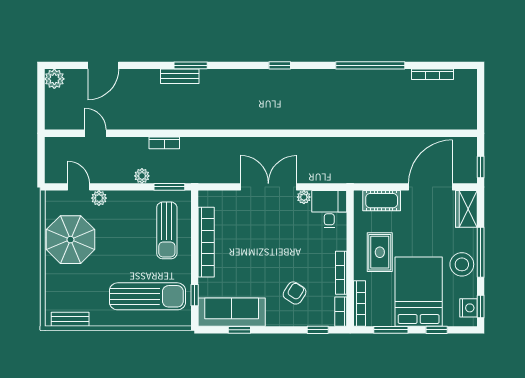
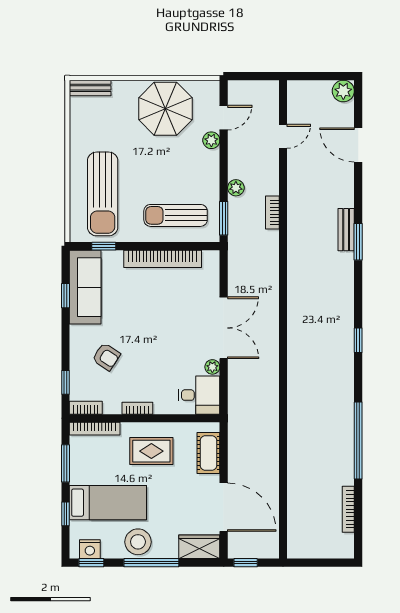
bookcase: (341, 273) -> (137, 408), width x0.64
bed: (419, 292) -> (108, 503), width x0.67
bench: (70, 319) -> (90, 88), moved, turned 90

